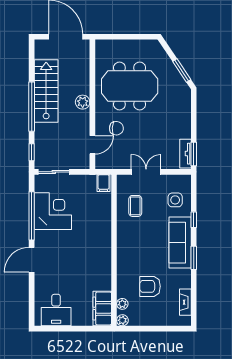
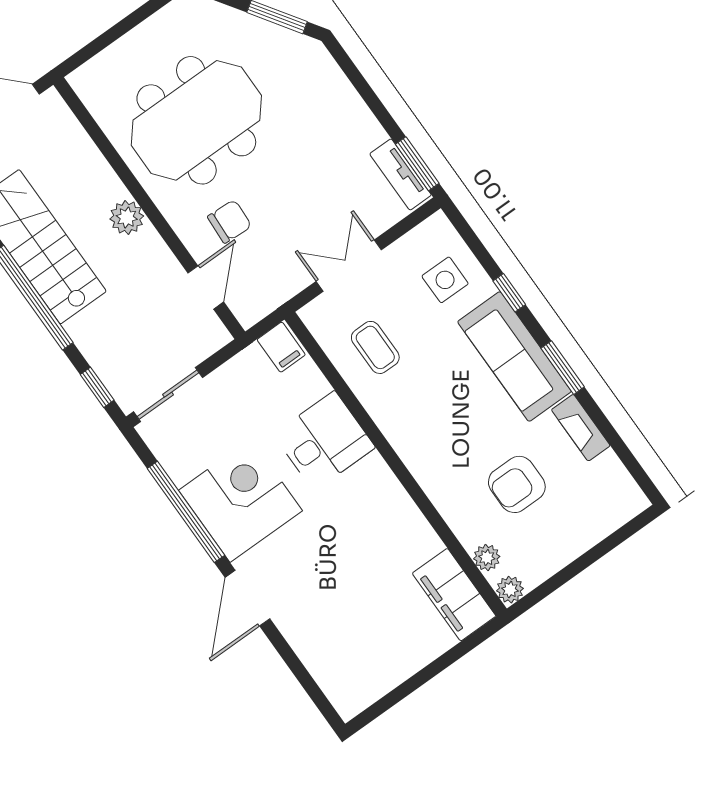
corner desk: (53, 211) -> (240, 500), moved
fireplace: (185, 302) -> (581, 428), moved
desk: (56, 310) -> (324, 441), moved, turned -90

